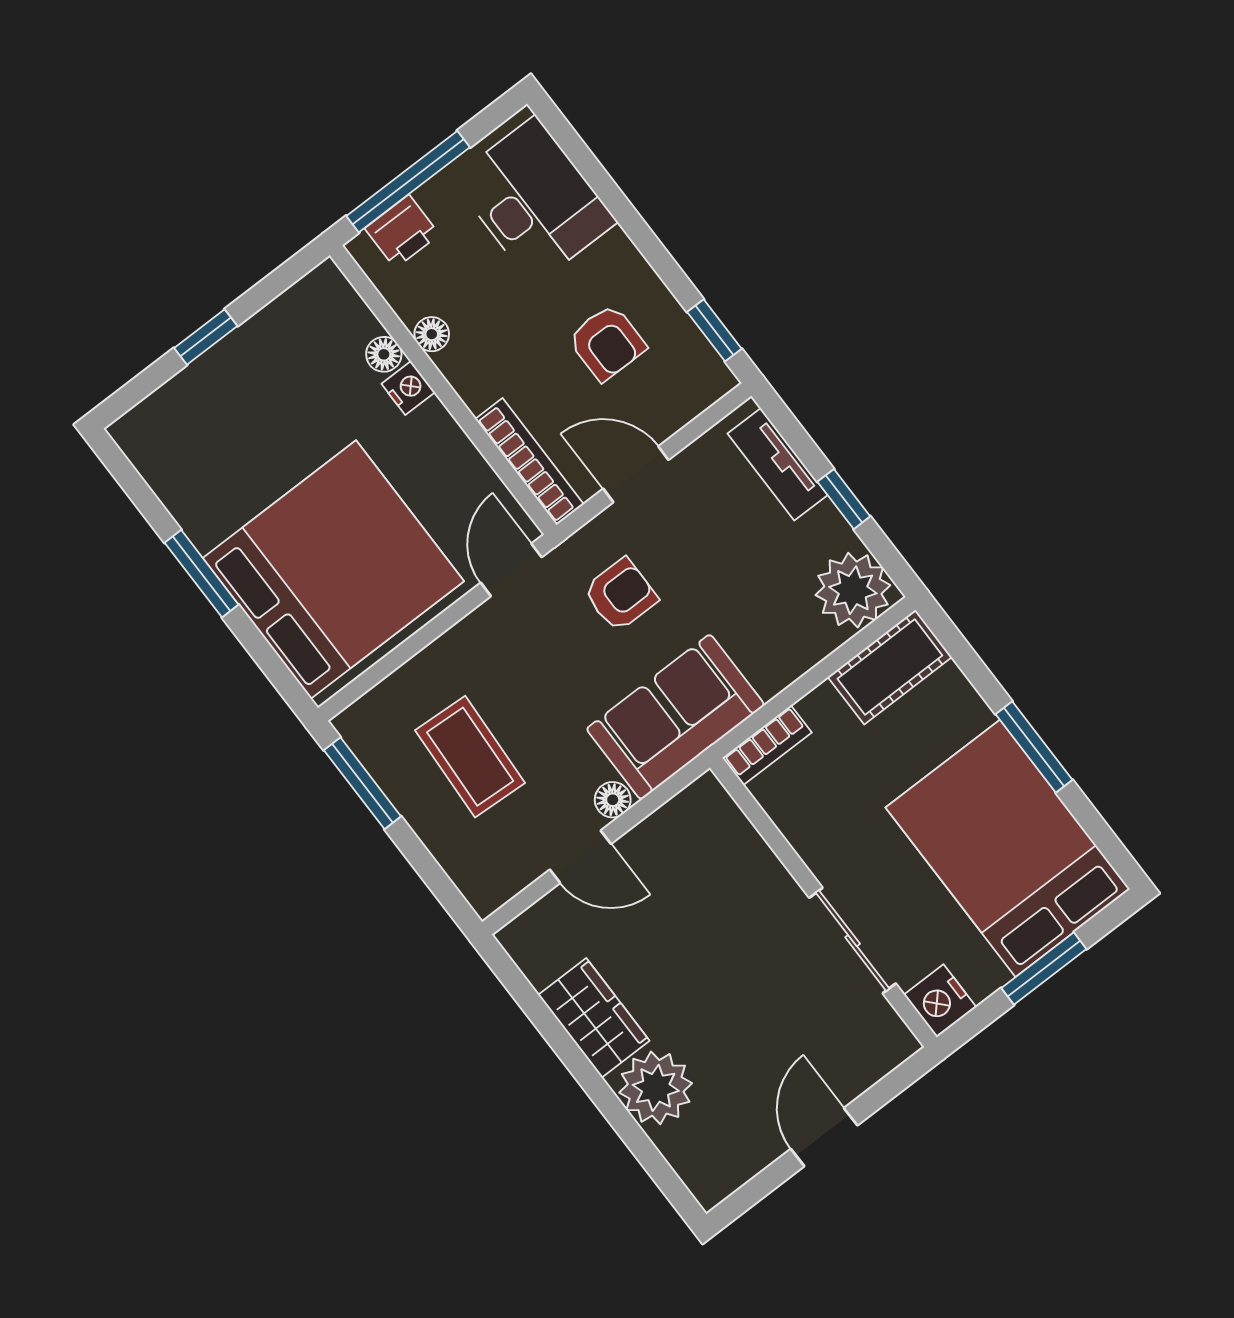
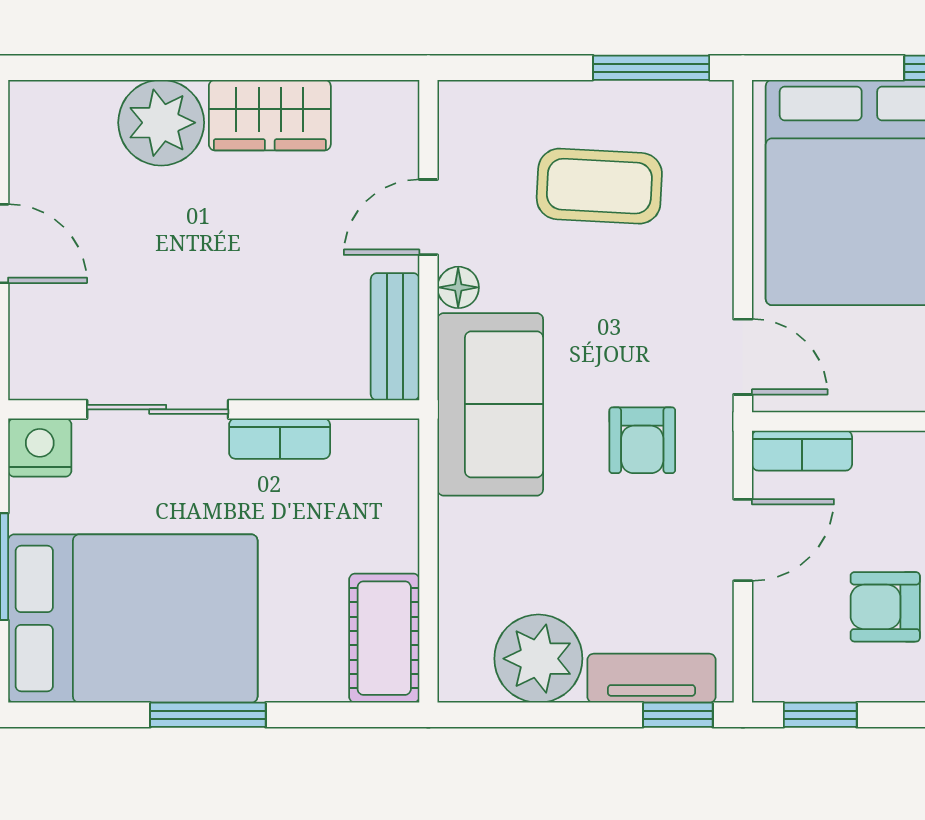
bookcase: (529, 462) -> (802, 451), width x0.64
window: (844, 499) -> (678, 715), moved
plant: (853, 590) -> (538, 659), moved
bookcase: (767, 745) -> (280, 439), moved, turned -90
bench: (679, 817) -> (395, 337), added

